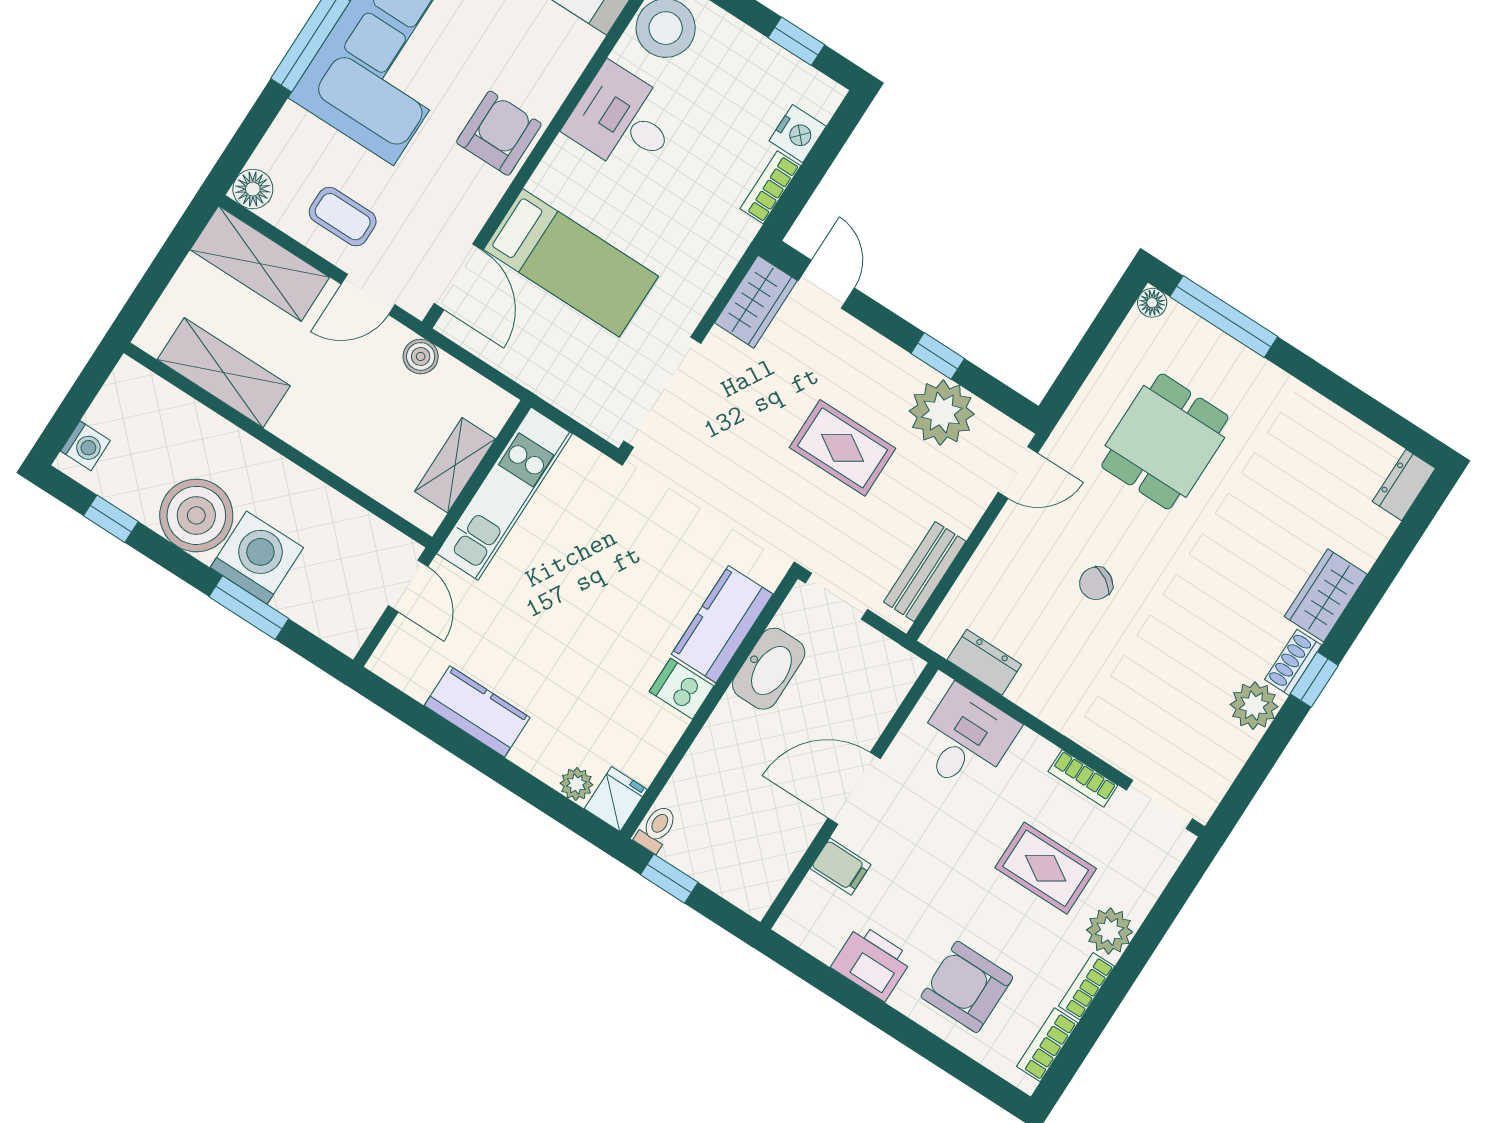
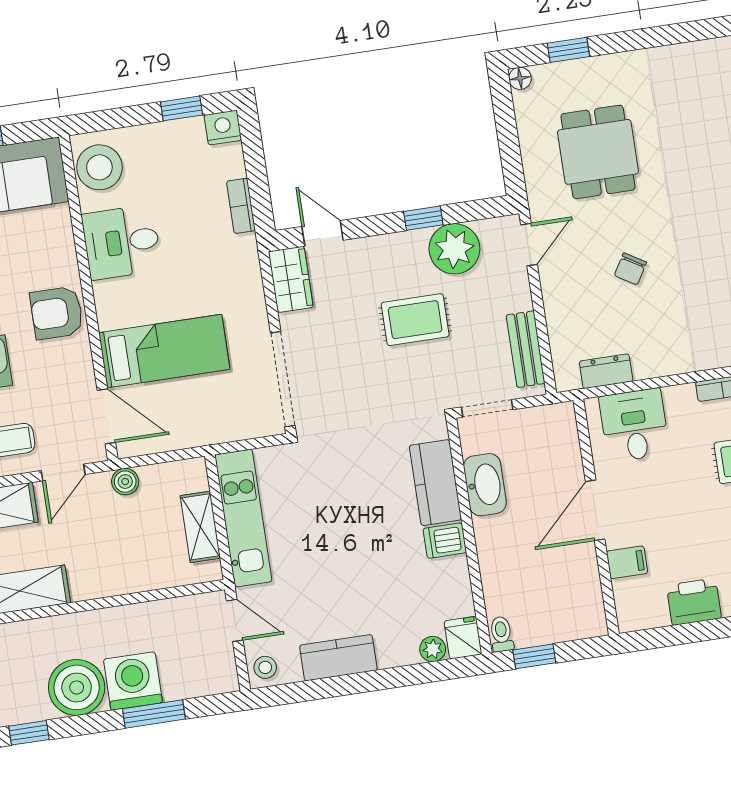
armchair: (499, 133) -> (57, 313), turned -90
nightstand: (798, 134) -> (223, 128), moved, turned -90
window: (1224, 317) -> (568, 50), width x0.46
stool: (397, 658) -> (265, 667), added

